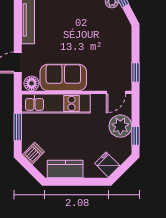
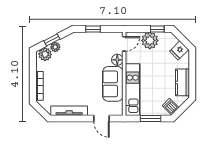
window: (135, 72) -> (93, 29), moved
floor lamp: (32, 83) -> (117, 60), moved
door: (116, 92) -> (124, 44), hinge flipped

